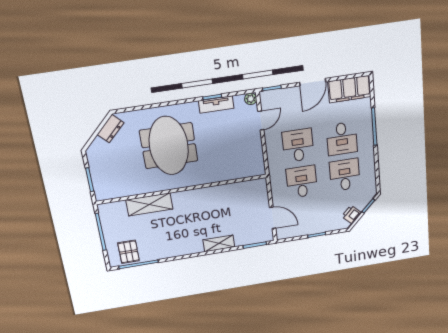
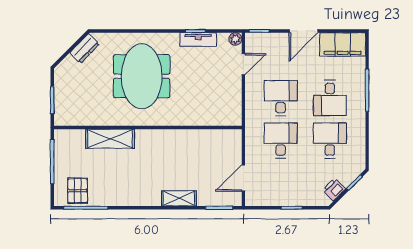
door: (273, 218) -> (243, 178), swing flipped

